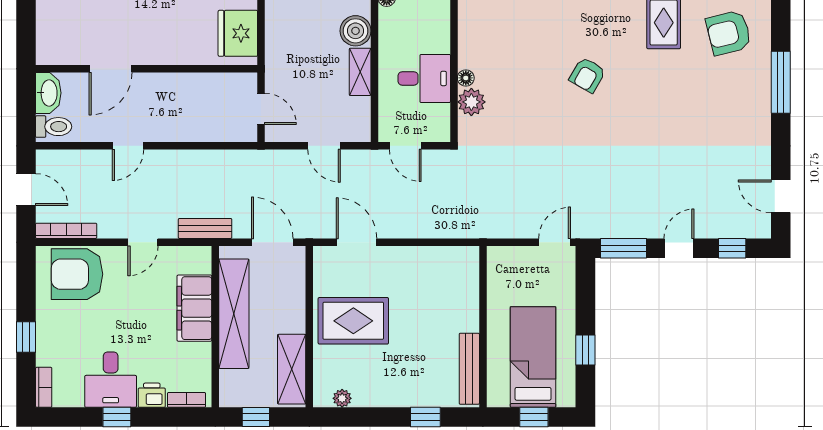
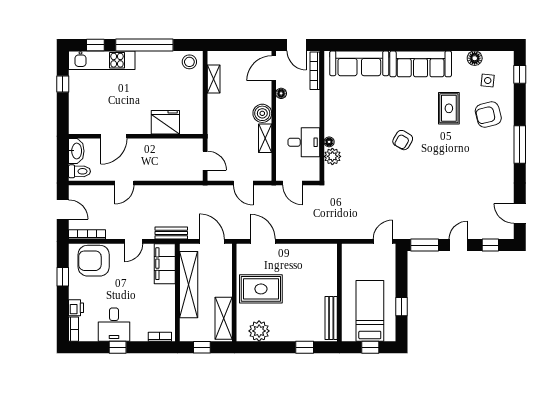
fridge: (238, 33) -> (165, 122), moved, turned 90
filing cabinet: (194, 308) -> (165, 264), moved
window: (26, 337) -> (63, 277), moved
printer: (152, 395) -> (76, 308), moved, turned 90
plant: (342, 398) -> (259, 331), width x1.87, depth x1.87

